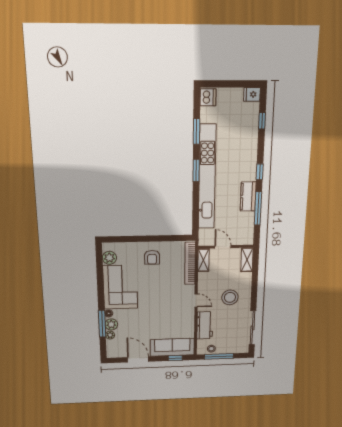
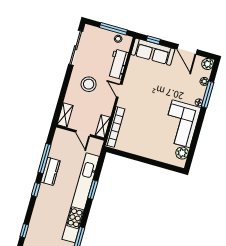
window: (196, 170) -> (93, 190), moved
armchair: (152, 257) -> (146, 142), removed
plant: (111, 324) -> (208, 64), moved

